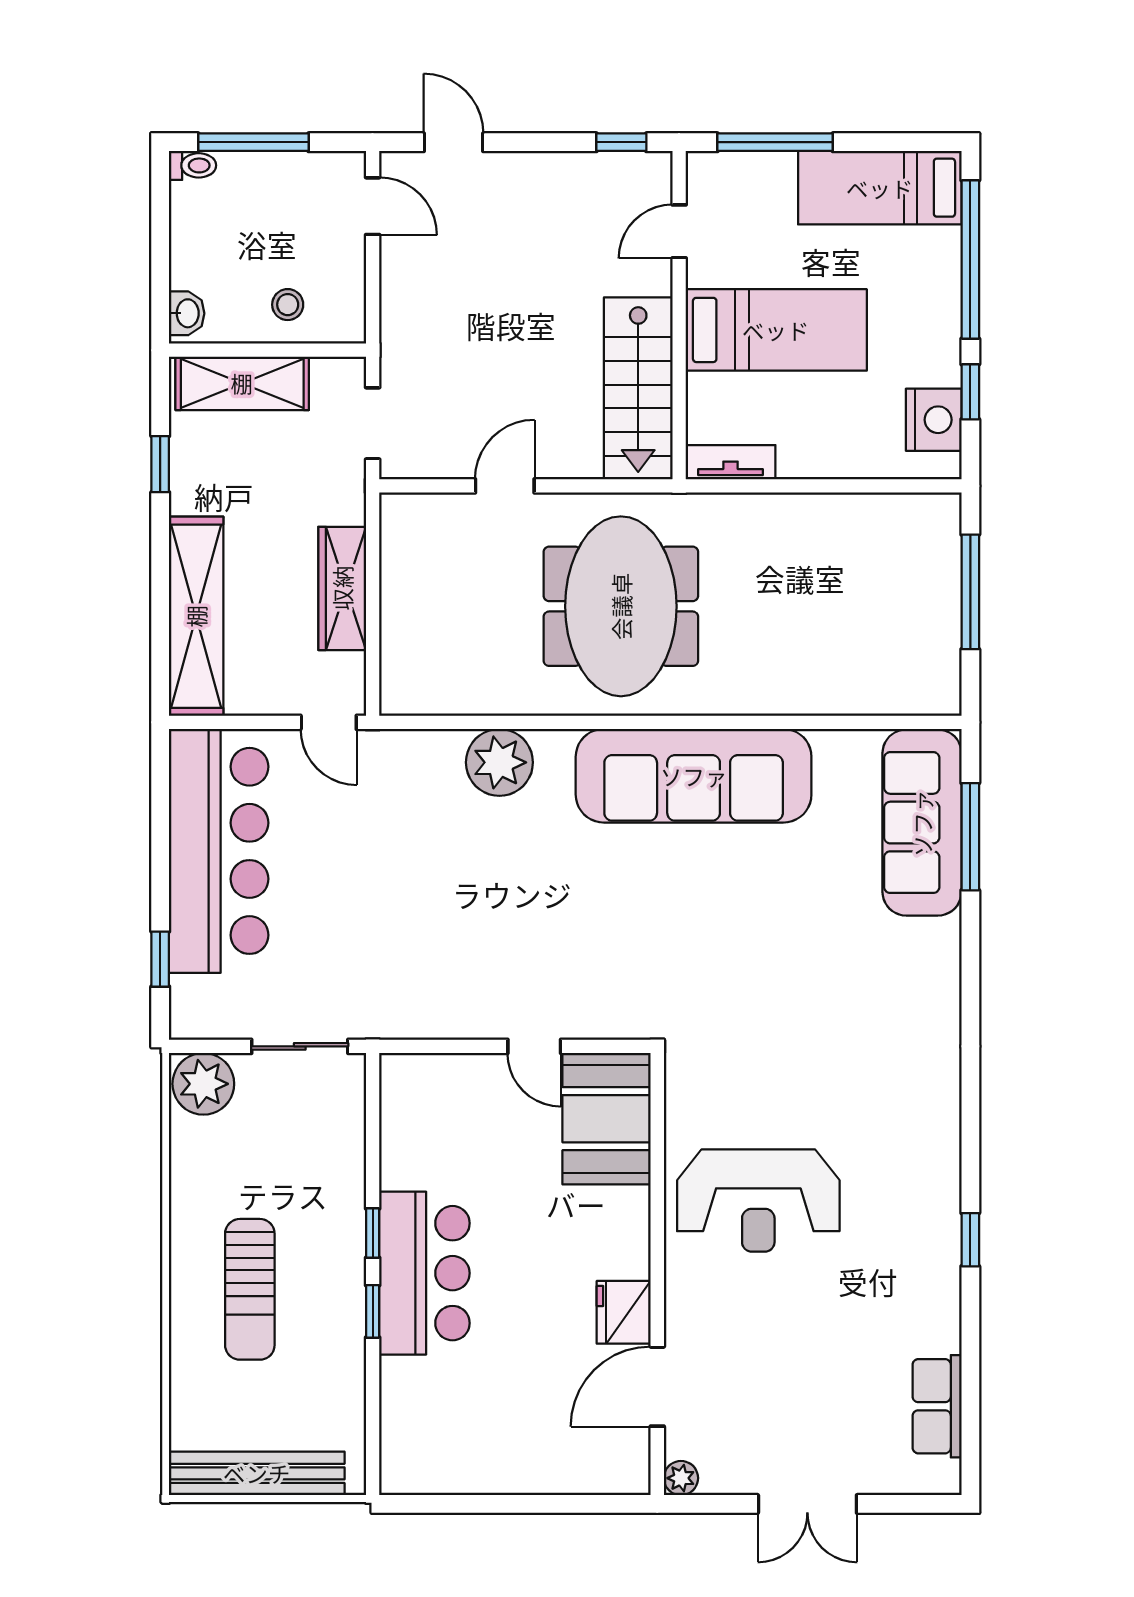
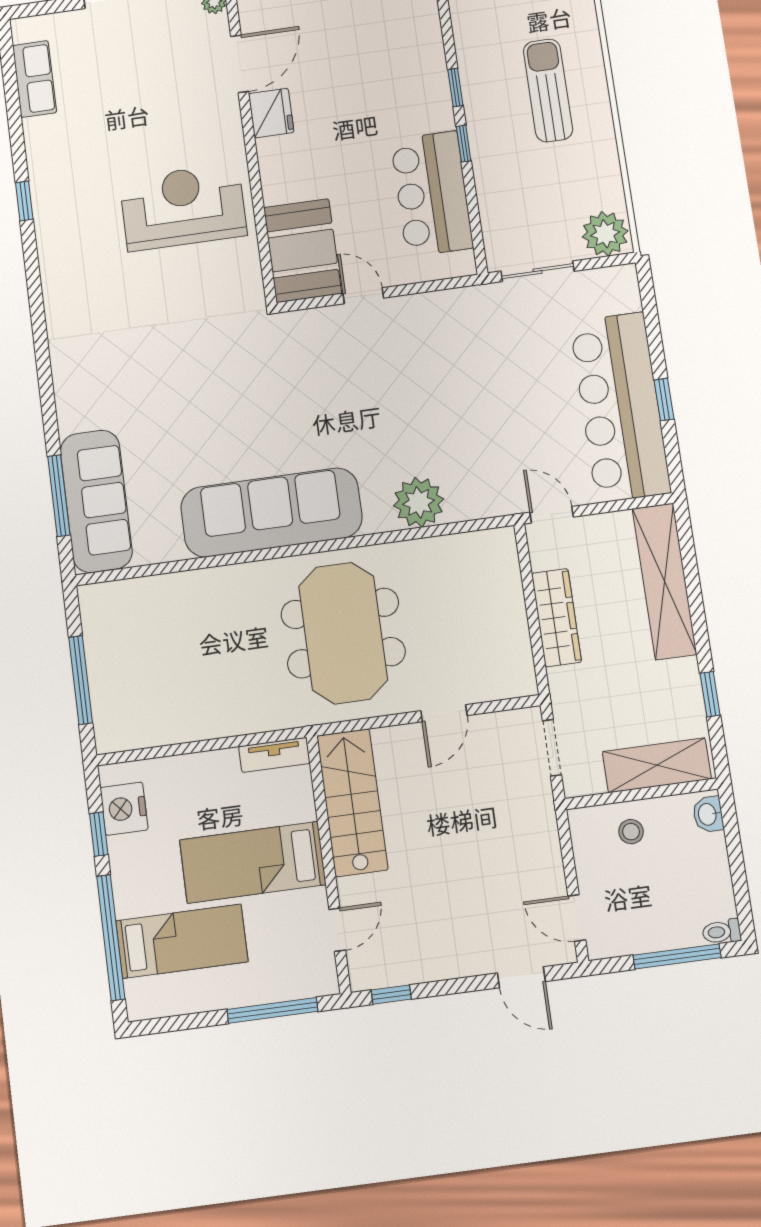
bed: (880, 188) -> (182, 941), moved
window: (160, 959) -> (664, 400), moved
bar counter: (424, 1273) -> (432, 194), moved

